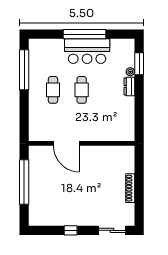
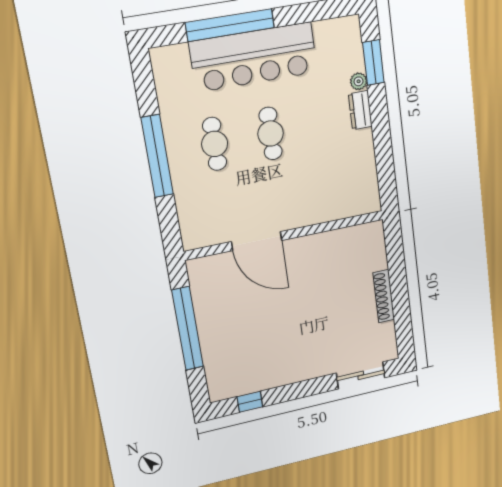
window: (84, 34) -> (230, 25), moved
bar counter: (87, 51) -> (254, 57), width x1.36
window: (24, 70) -> (157, 156), moved
window: (71, 230) -> (250, 402), moved

